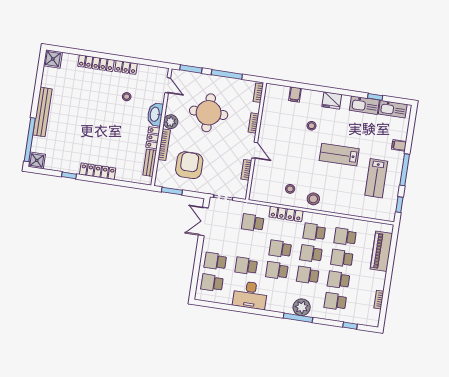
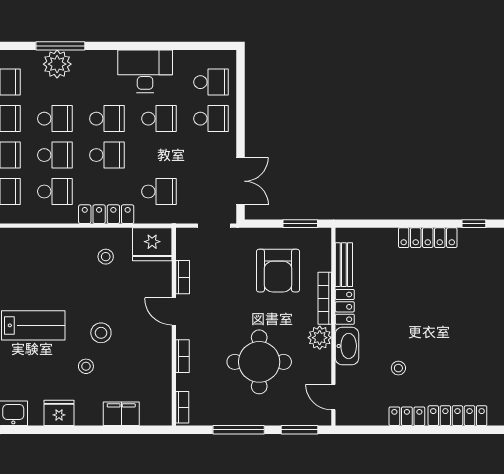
filing cabinet: (295, 94) -> (121, 414), width x2.00
fridge: (261, 192) -> (152, 244), added
stool: (313, 199) -> (101, 333), moved

